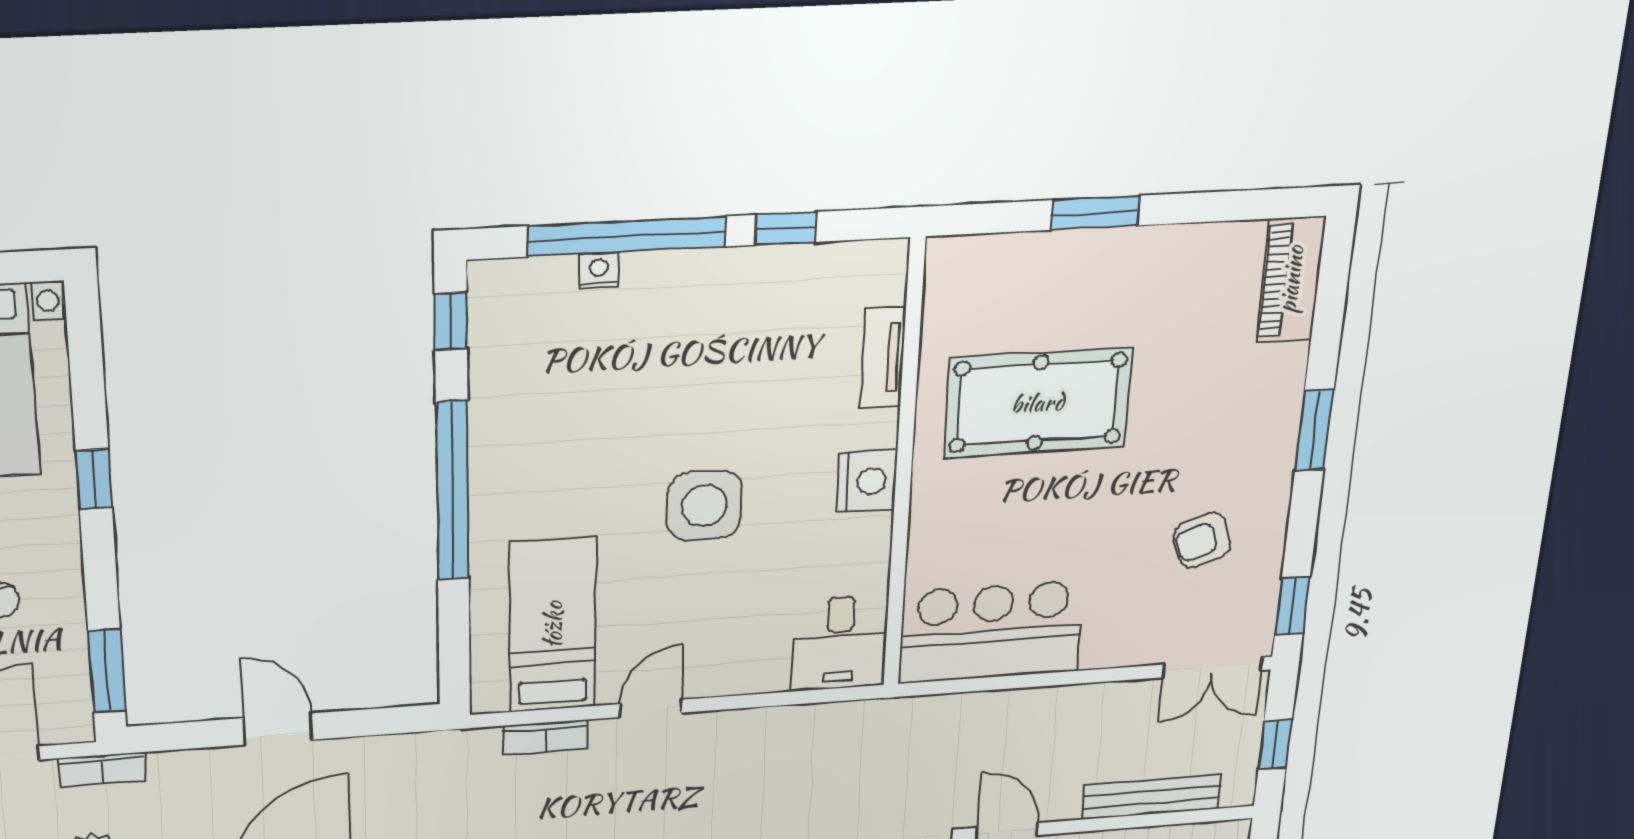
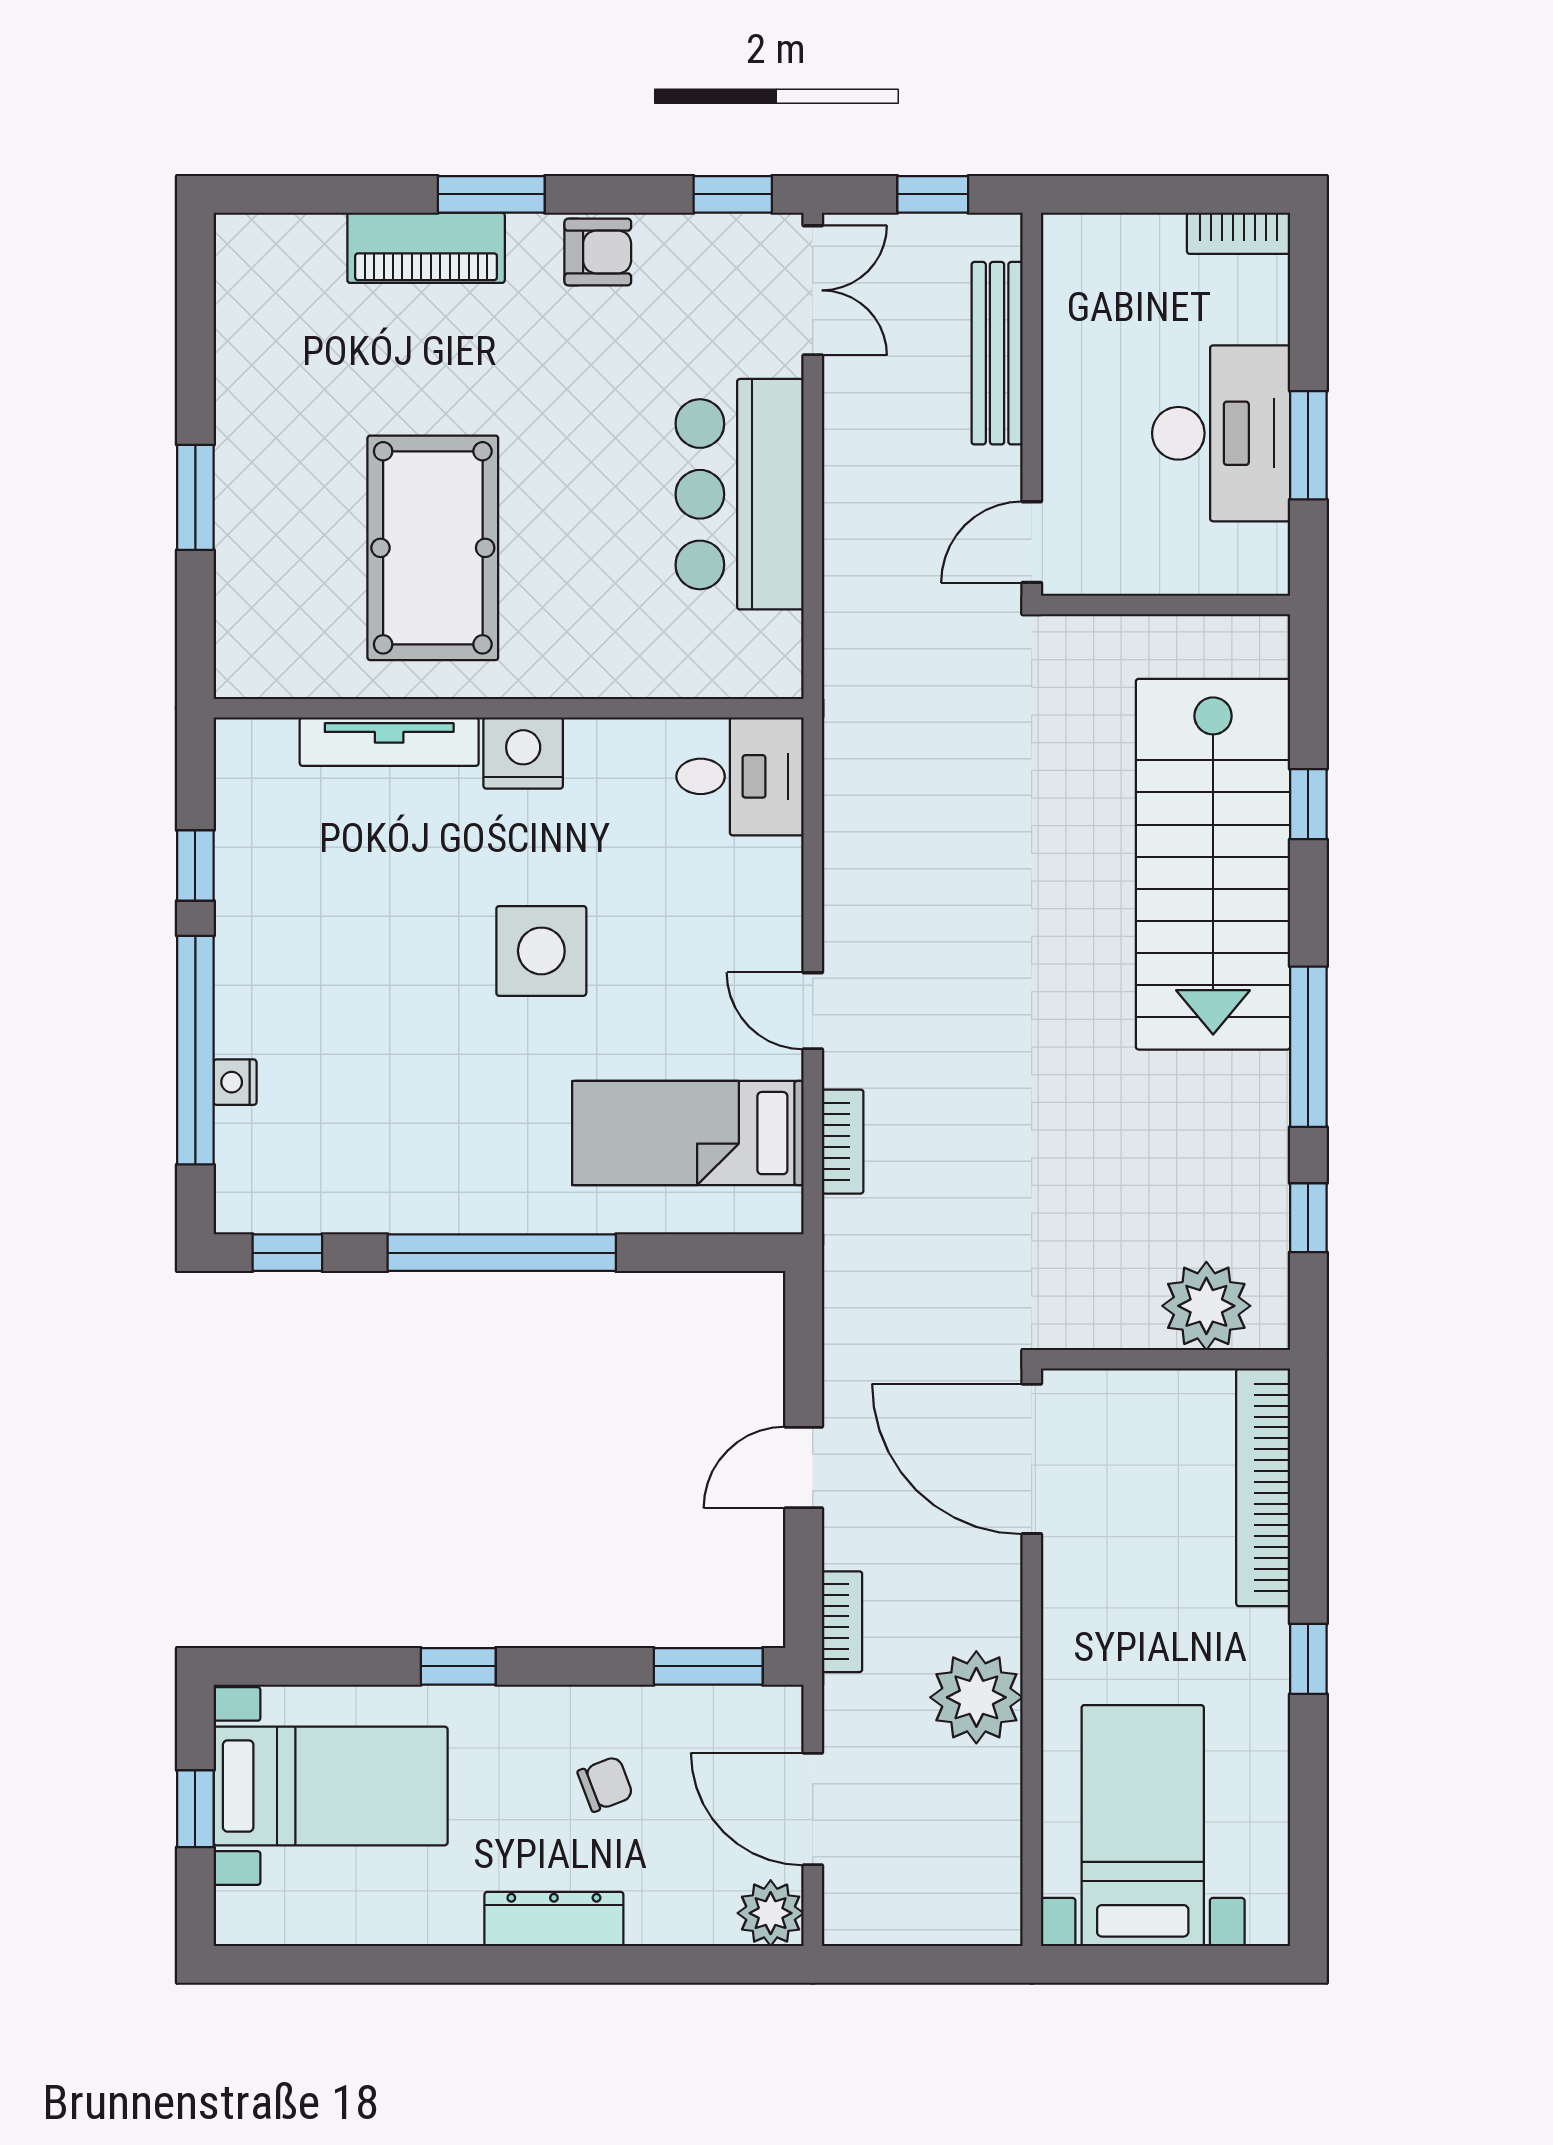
piano: (1291, 280) -> (426, 248), moved
tv unit: (883, 358) -> (389, 742), width x1.41
armchair: (1202, 540) -> (598, 252), moved, turned -71
bar counter: (991, 632) -> (740, 494), moved
bookcase: (102, 770) -> (842, 1622), moved

